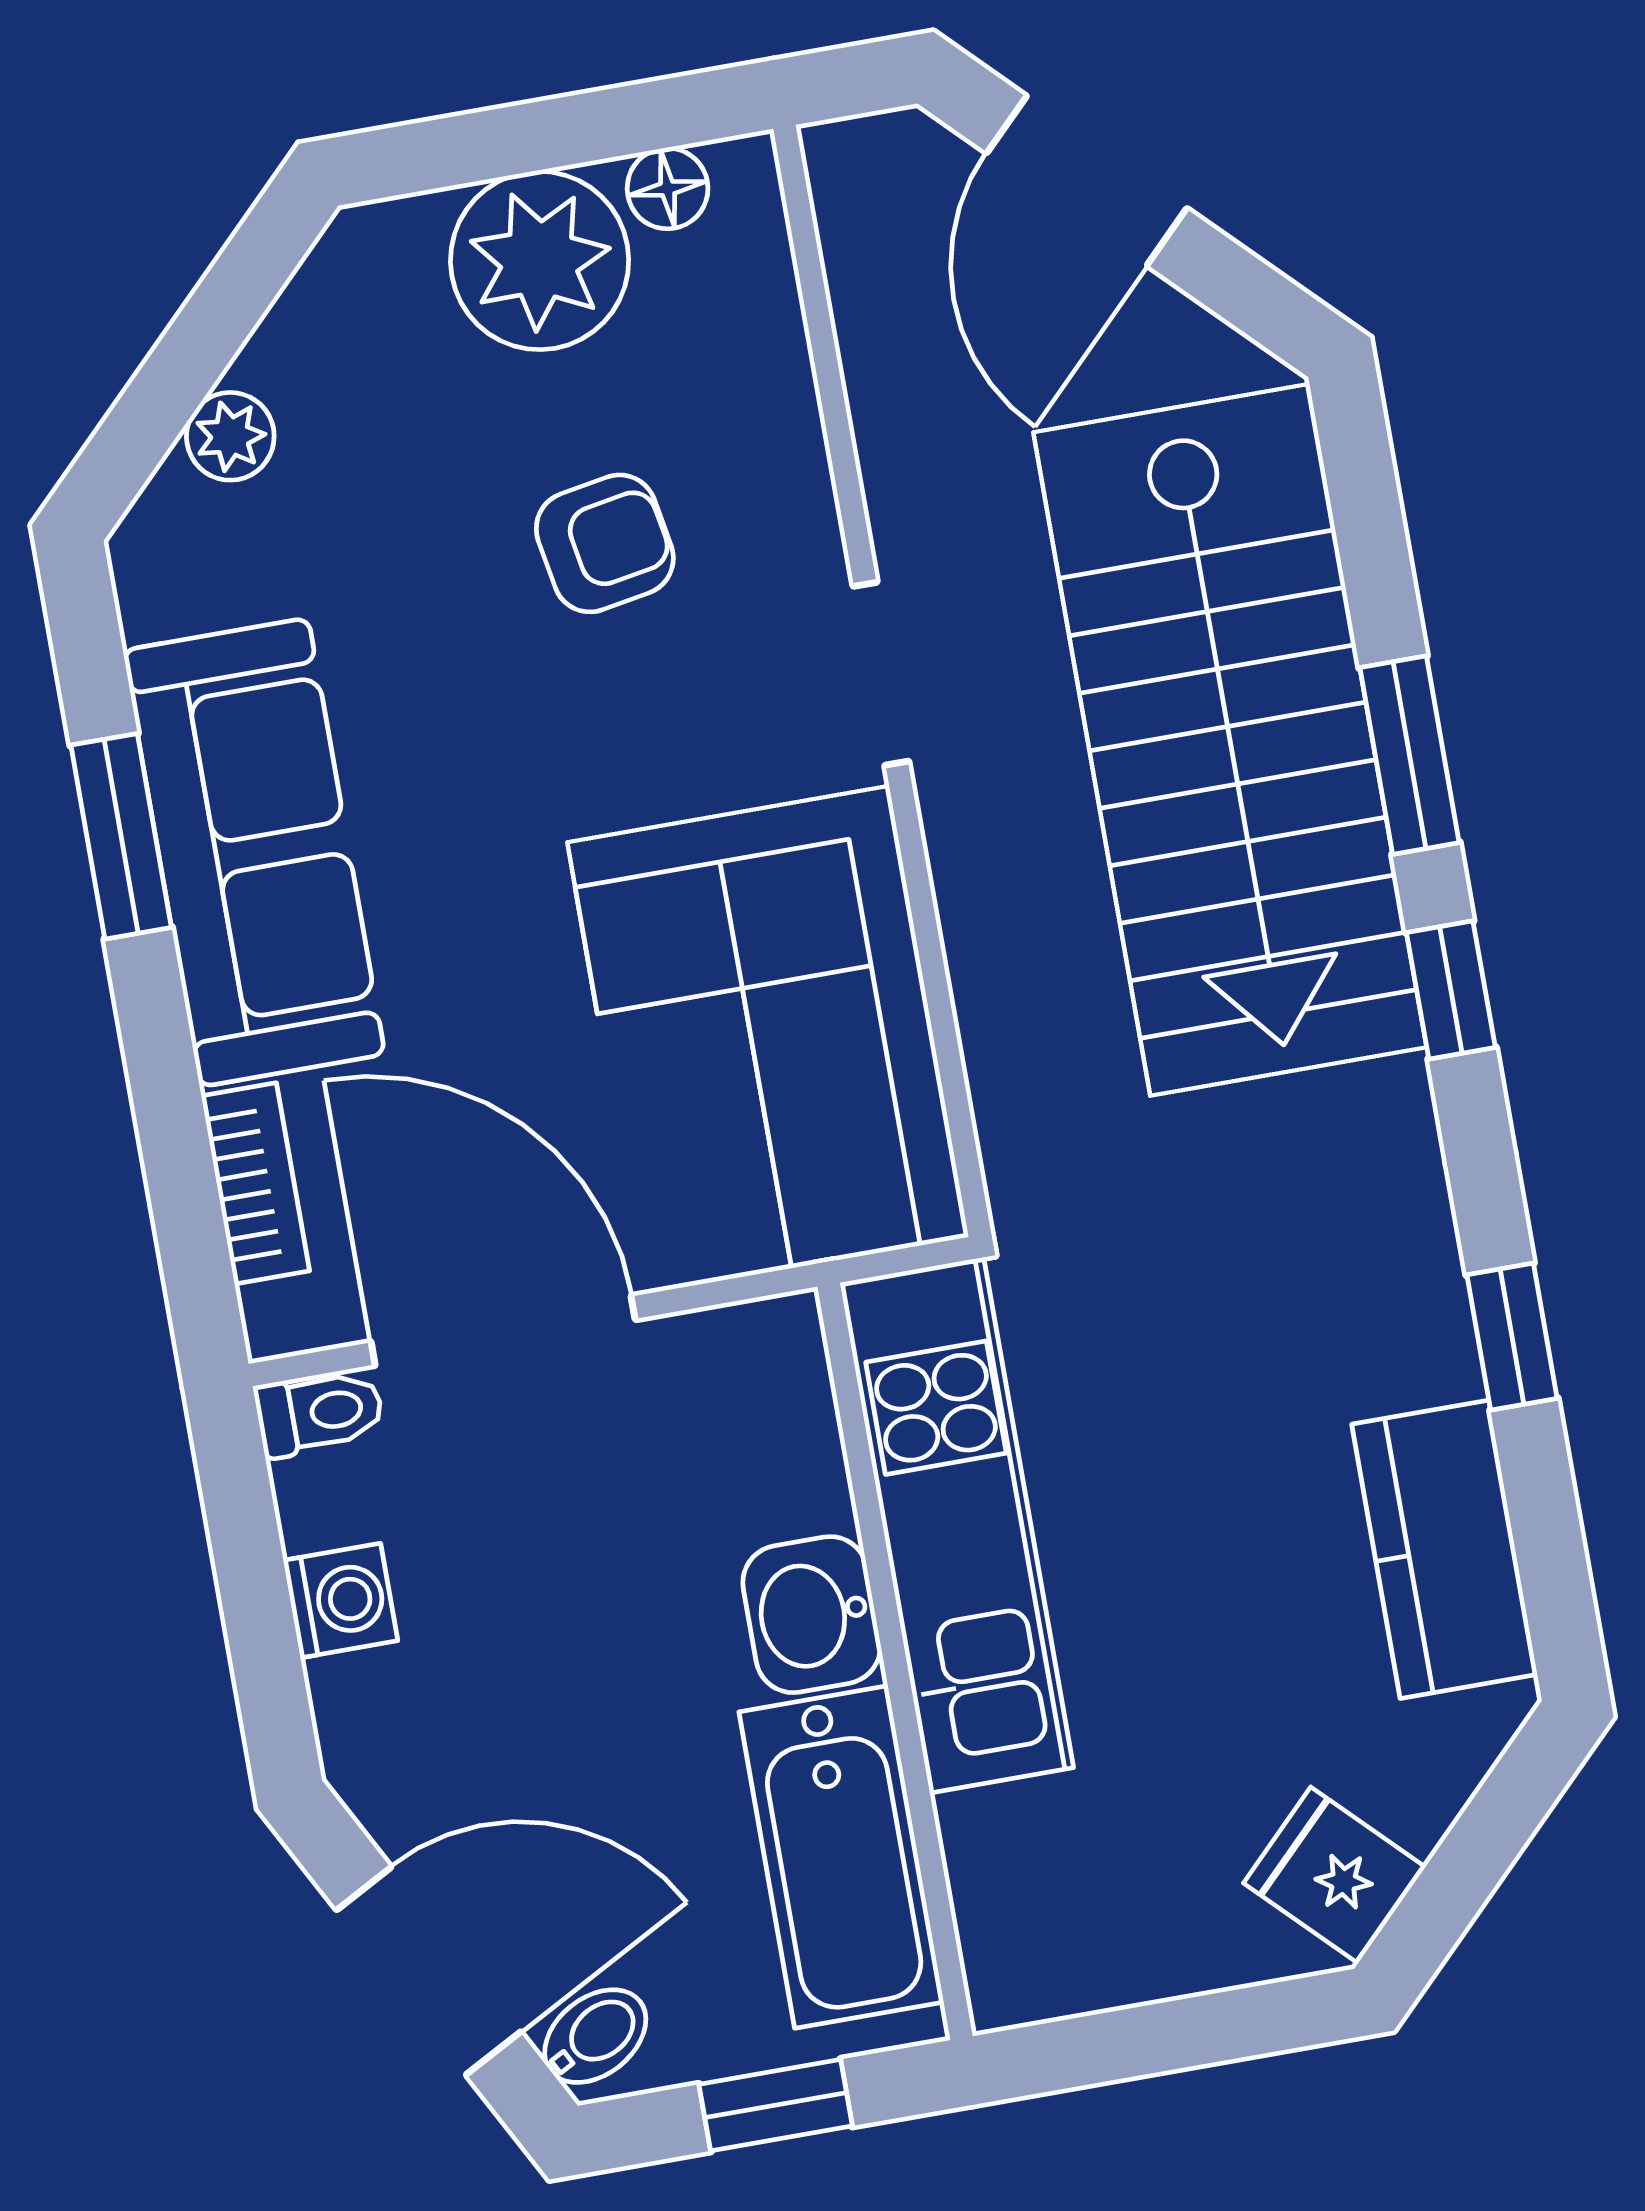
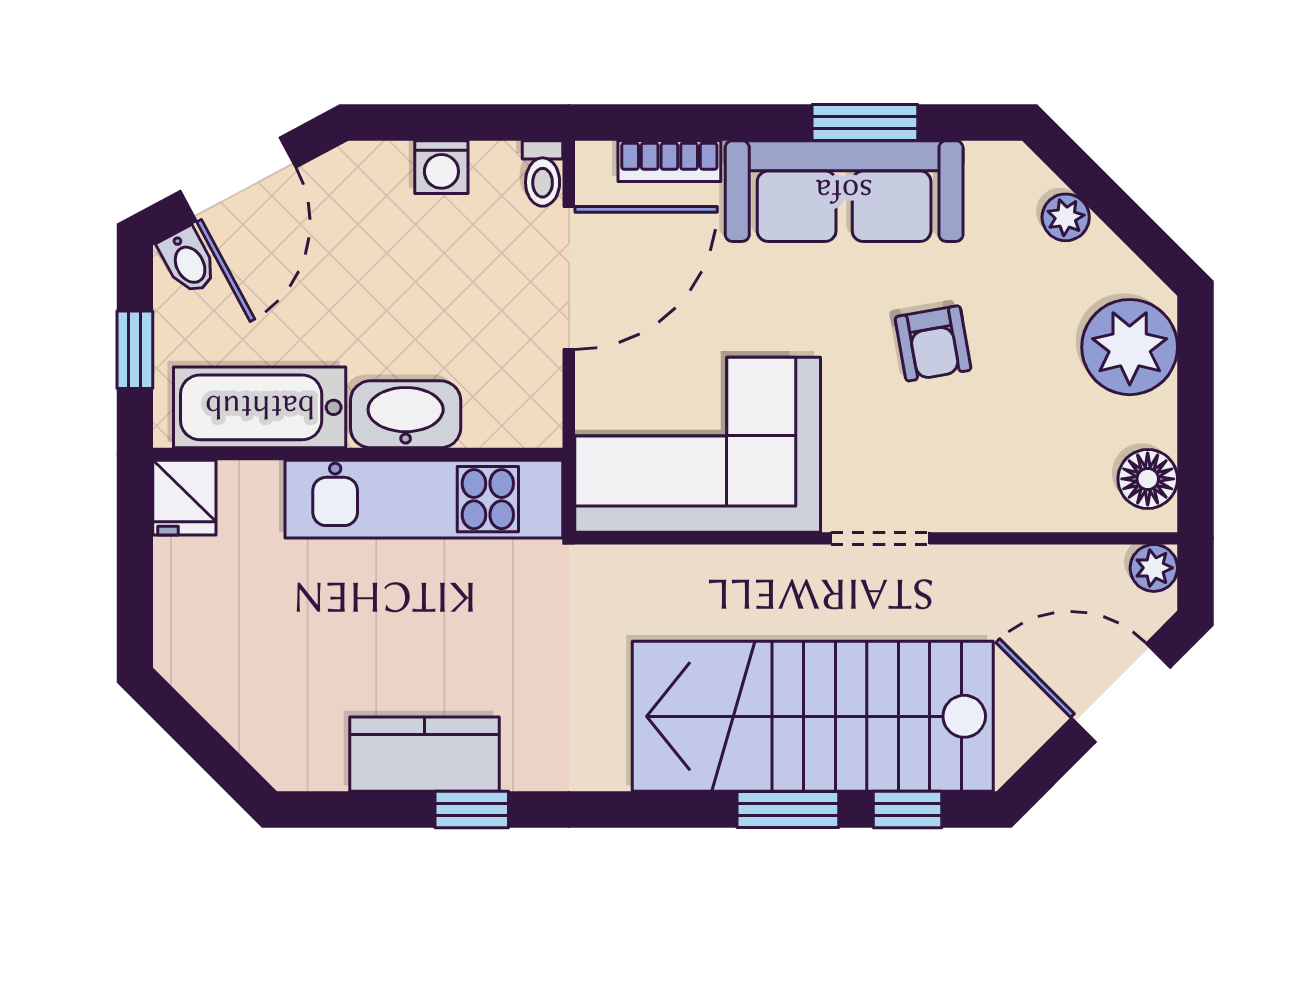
plant: (847, 161) -> (1154, 568), added
floor lamp: (668, 188) -> (1148, 479), width x1.37, depth x1.37
plant: (540, 261) -> (1130, 347), moved
armchair: (605, 543) -> (933, 343), moved
window: (1451, 990) -> (907, 810), moved
kitchen counter: (1444, 1549) -> (425, 754), moved
washbasin: (812, 1615) -> (406, 414), width x1.38
fridge: (1334, 1875) -> (184, 498), moved, turned 135

